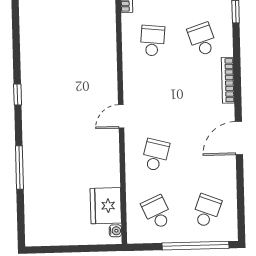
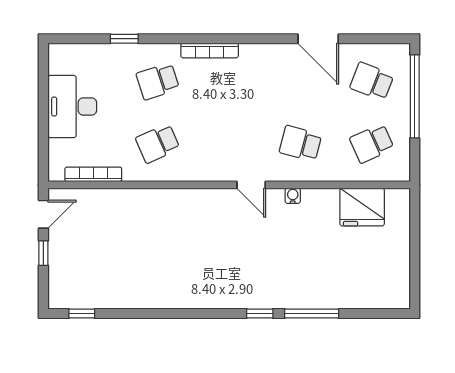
school desk: (152, 41) -> (158, 143), turned -30
window: (18, 94) -> (260, 313), moved
door: (239, 138) -> (318, 39), moved
water cooler: (115, 231) -> (293, 196), moved

